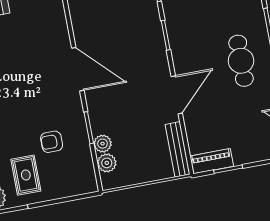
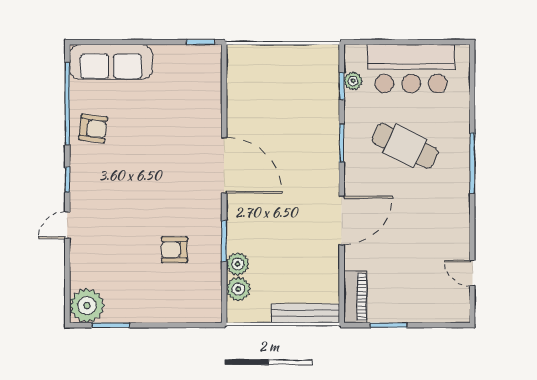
cafe table: (241, 61) -> (405, 146), moved, turned -65
bench: (178, 149) -> (305, 313), moved, turned 90
piano: (212, 161) -> (355, 297), moved, turned 90
rug: (26, 175) -> (134, 285), removed

